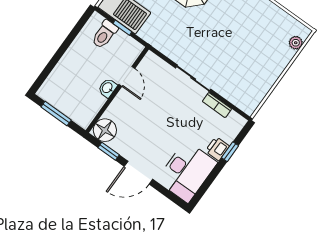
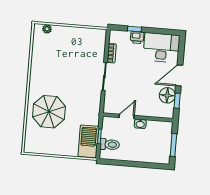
floor lamp: (105, 130) -> (167, 95), moved
door: (138, 173) -> (179, 76), swing flipped

